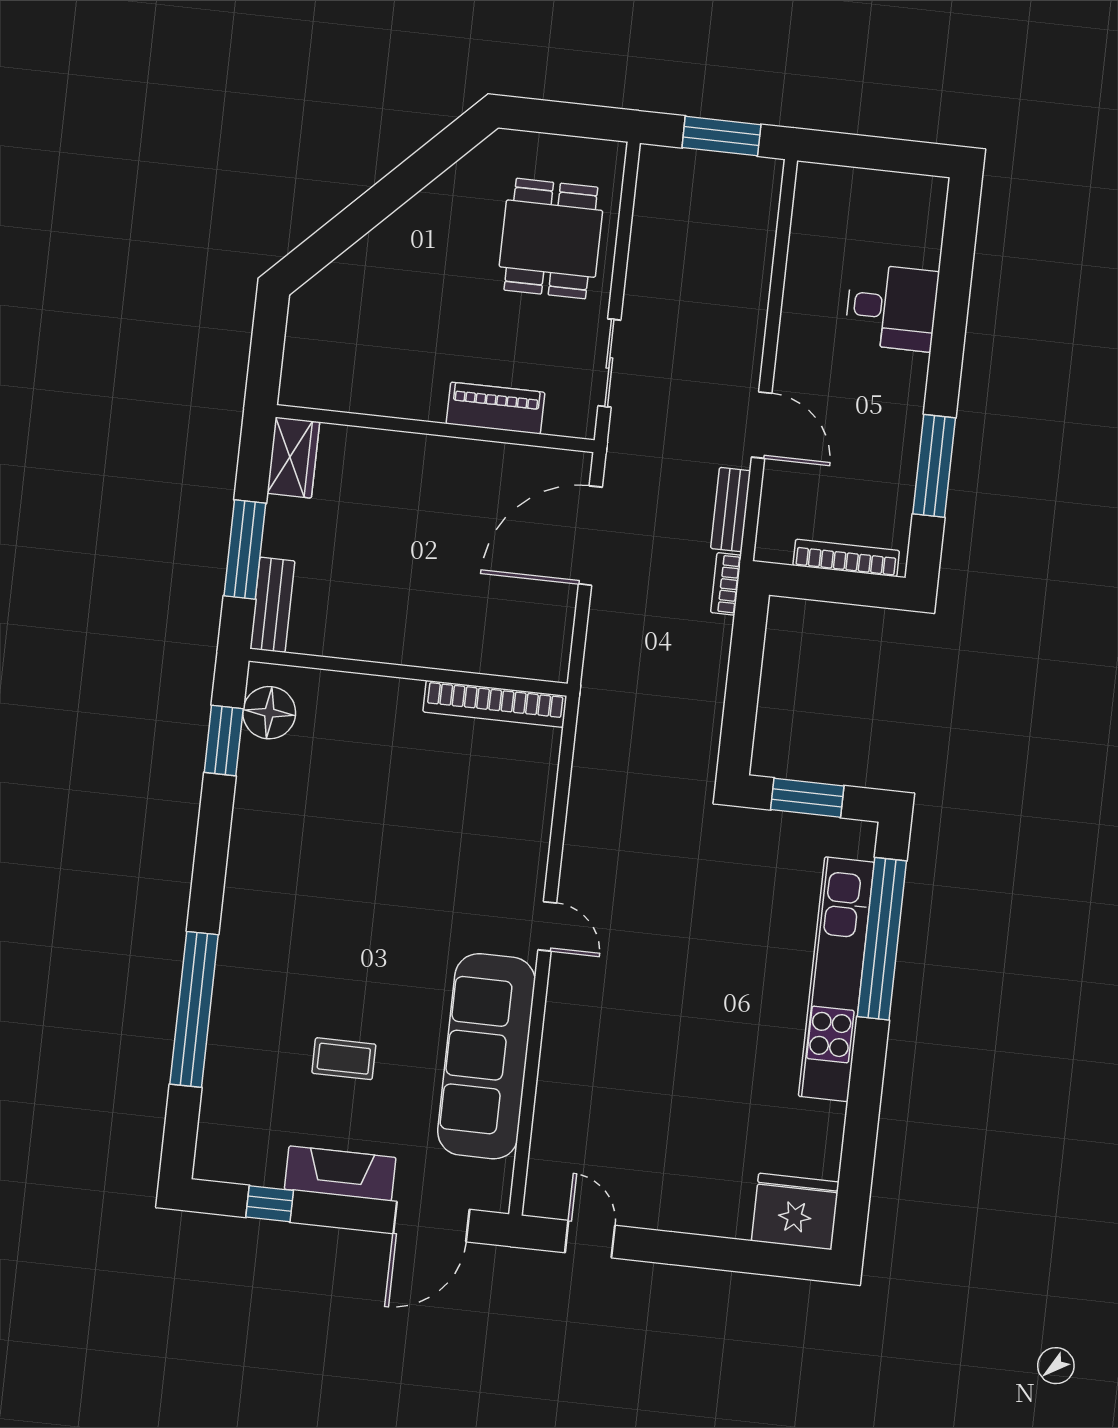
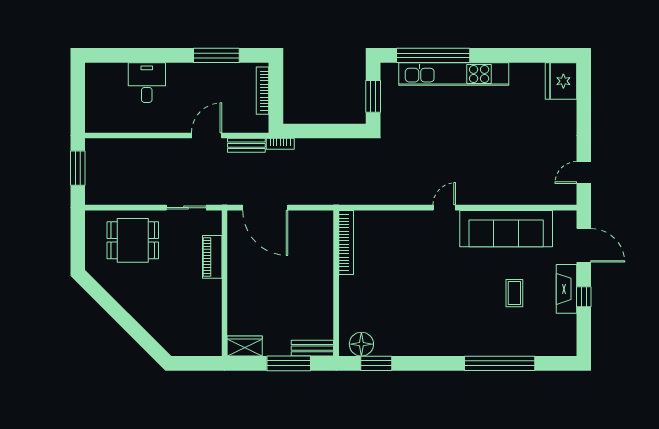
window: (270, 1204) -> (584, 297), moved

